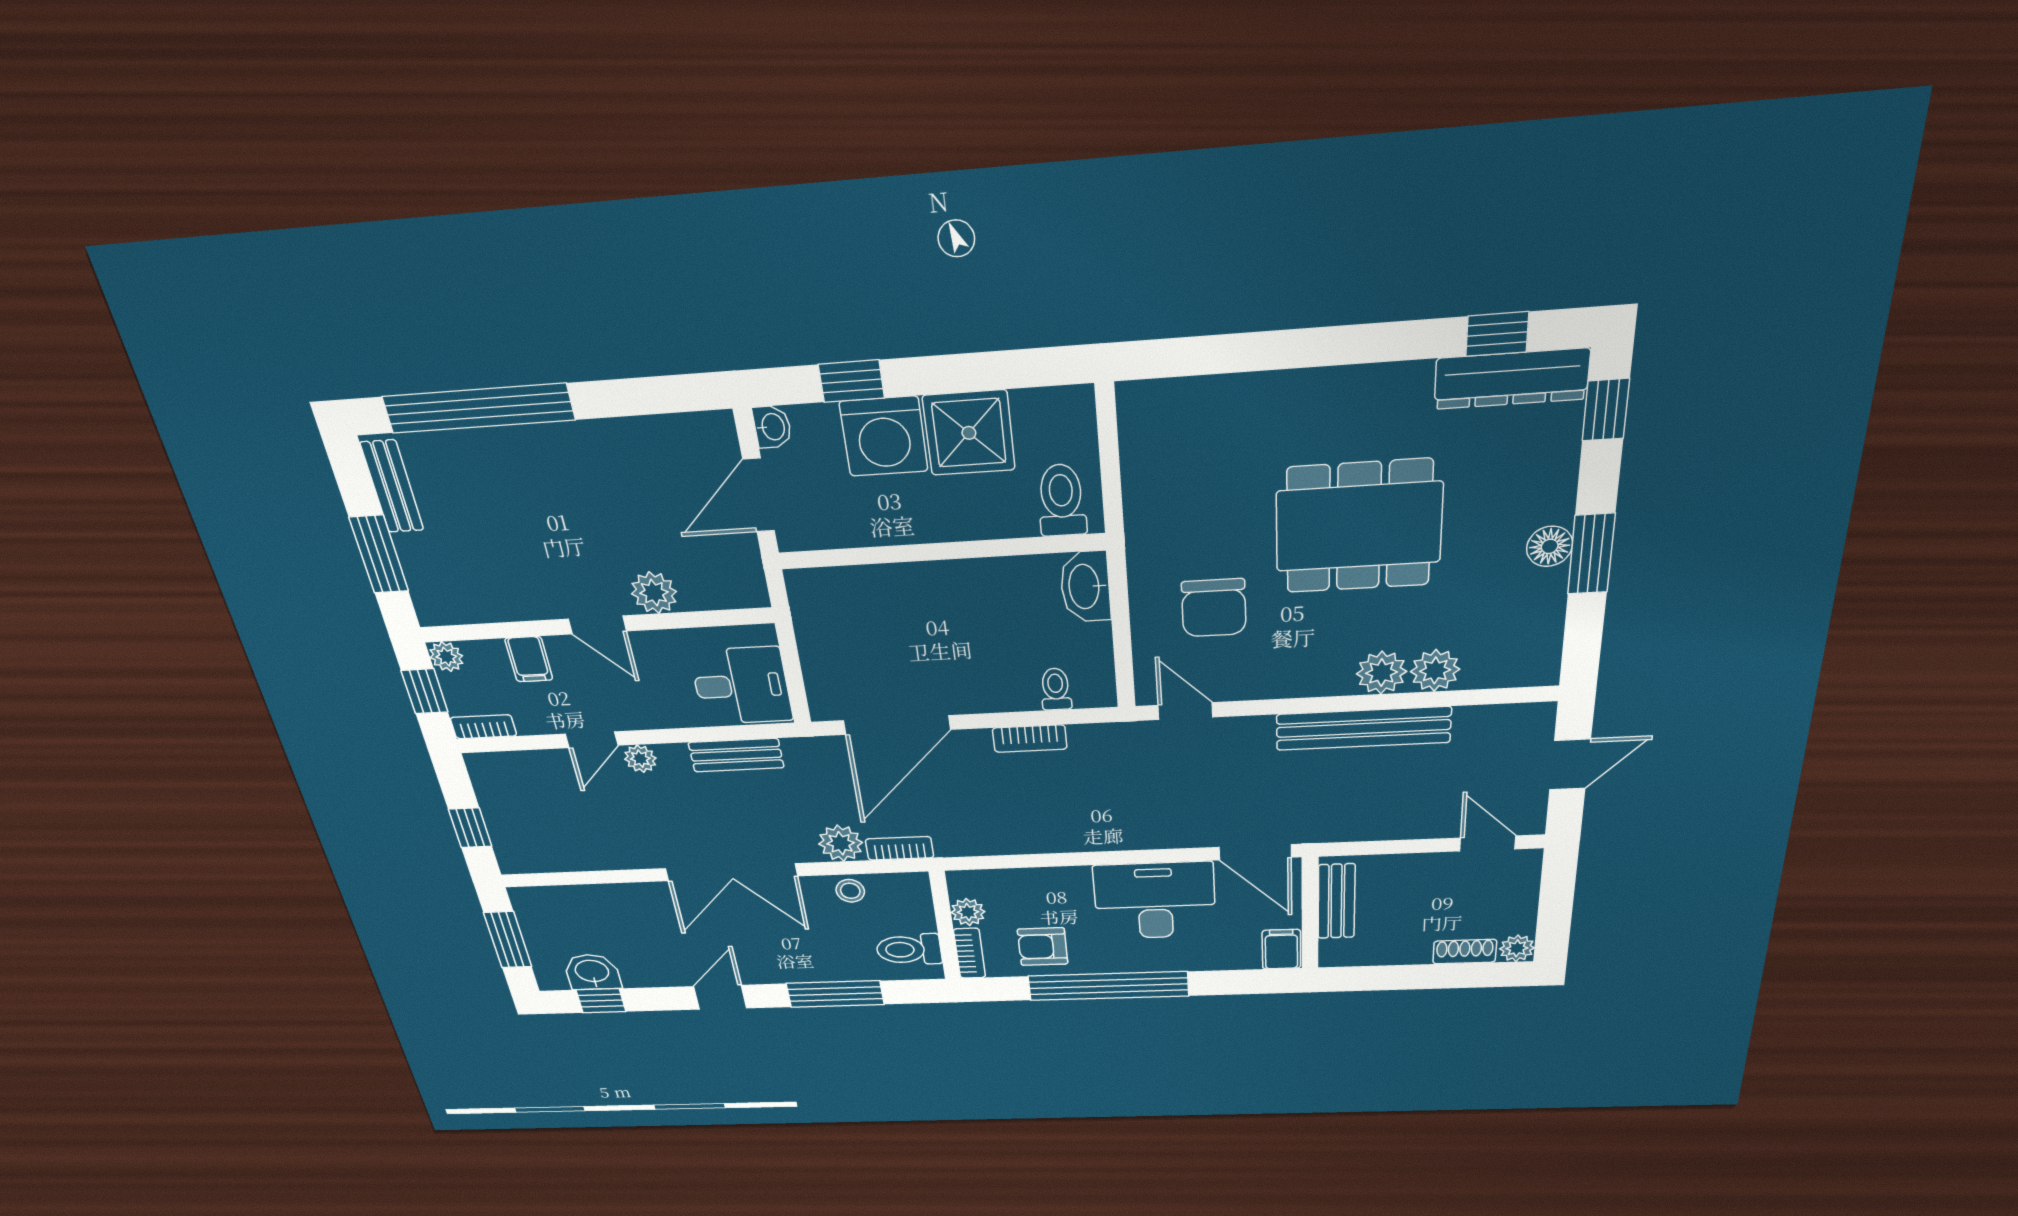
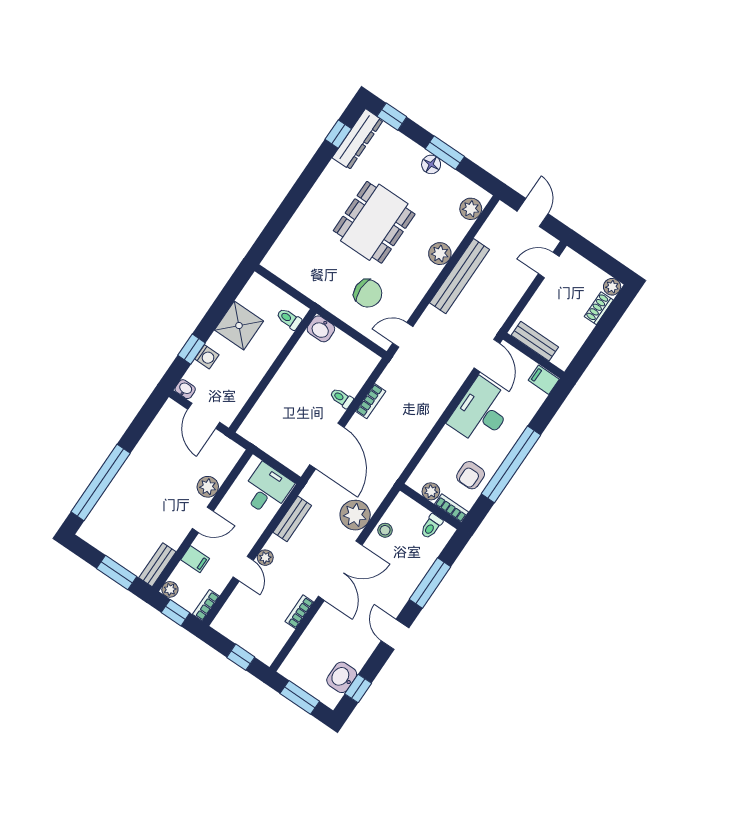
washing machine: (884, 436) -> (207, 357), width x0.53, depth x0.53
bench: (392, 486) -> (157, 565), moved, turned 90
toilet: (1062, 500) -> (289, 319), width x0.73, depth x0.72
washbasin: (1085, 587) -> (321, 329), width x0.72
plant: (1435, 670) -> (471, 209), moved
toilet: (1056, 689) -> (341, 398), moved
plant: (841, 843) -> (355, 515), width x1.36, depth x1.36
bookcase: (900, 848) -> (299, 612), moved
door: (1255, 852) -> (487, 356), hinge flipped
toilet: (909, 949) -> (431, 526), width x0.73, depth x0.72

